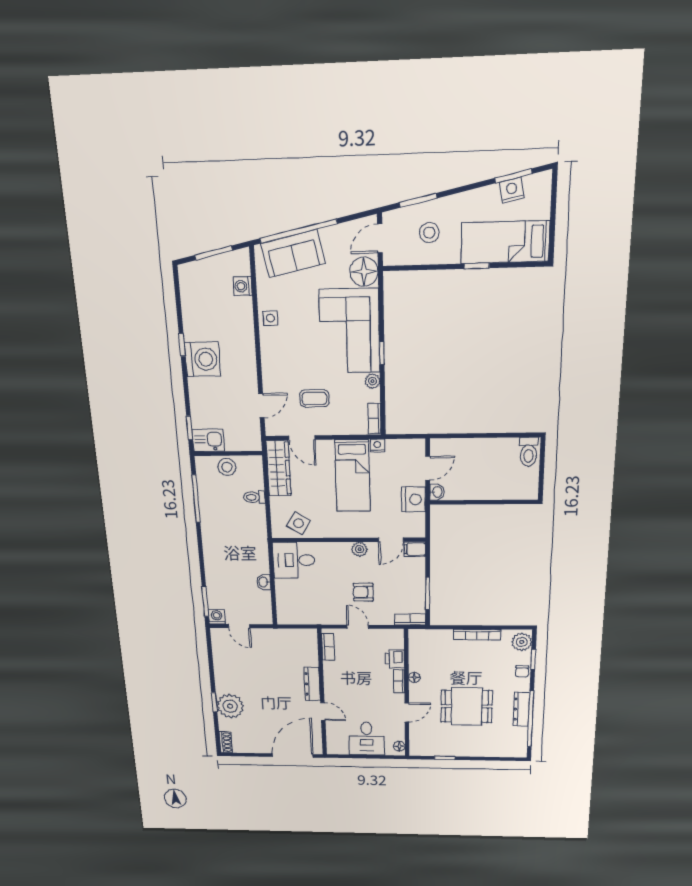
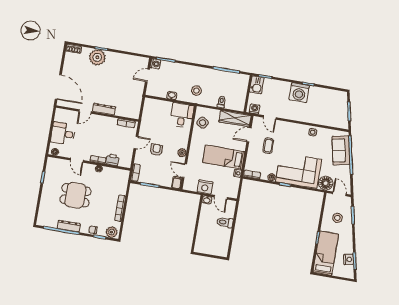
washing machine: (243, 286) -> (255, 109), moved
toilet: (529, 452) -> (225, 222), moved
stool: (227, 467) -> (196, 91), moved
dining table: (467, 706) -> (75, 195), turned 90

